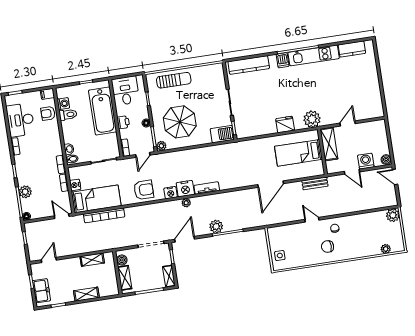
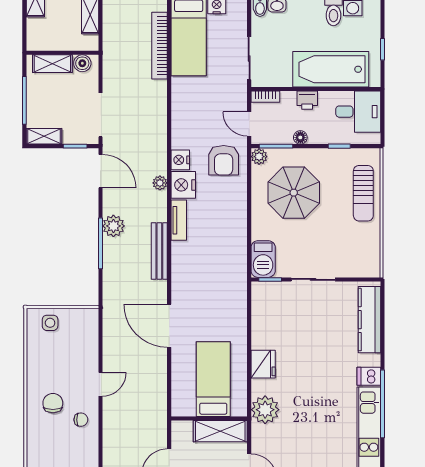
bench: (315, 183) -> (159, 251), moved, width x1.36
armchair: (144, 190) -> (224, 160), moved

